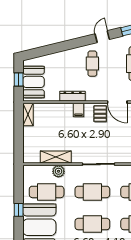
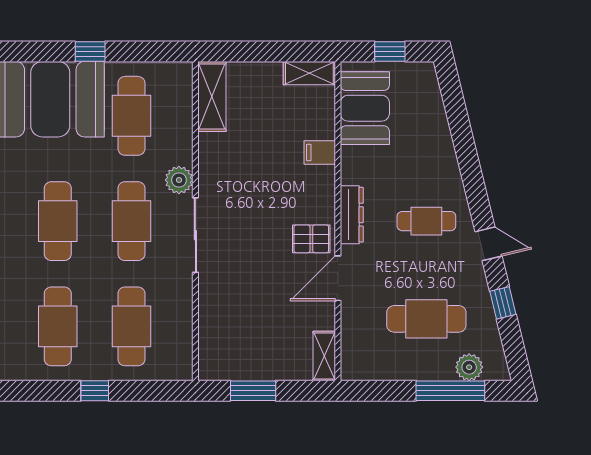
booth: (34, 82) -> (365, 108), moved, turned 90
dresser: (73, 96) -> (352, 215), moved
filing cabinet: (79, 110) -> (320, 152), moved
shelving: (56, 157) -> (212, 96), moved
plant: (58, 171) -> (179, 180), moved

